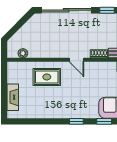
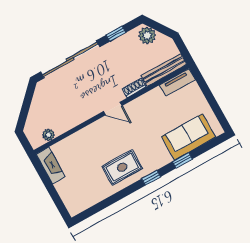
rug: (47, 77) -> (122, 167), moved
fireplace: (13, 97) -> (51, 165), moved

